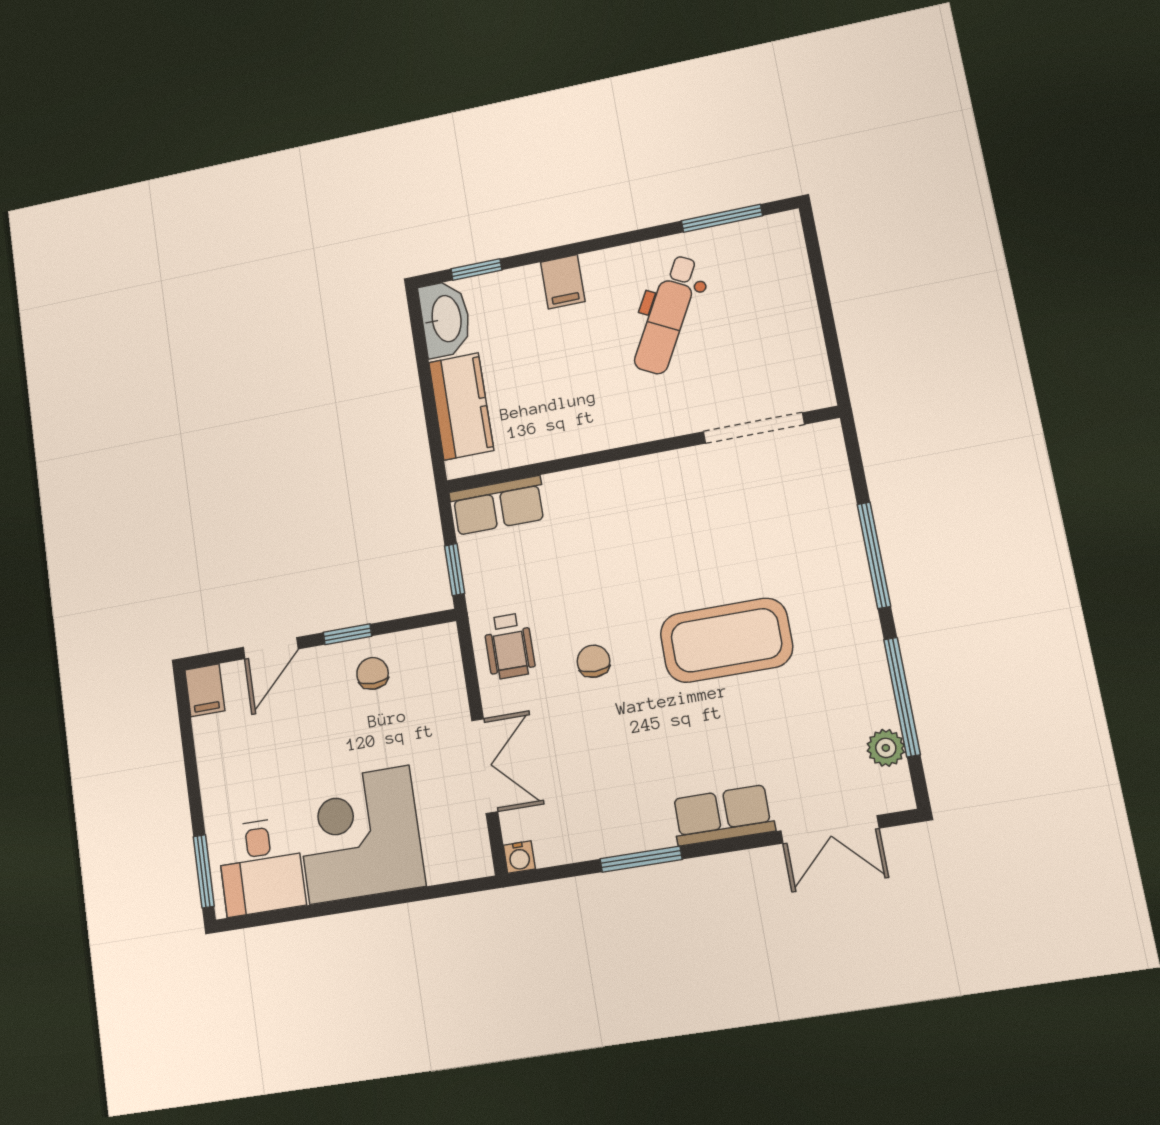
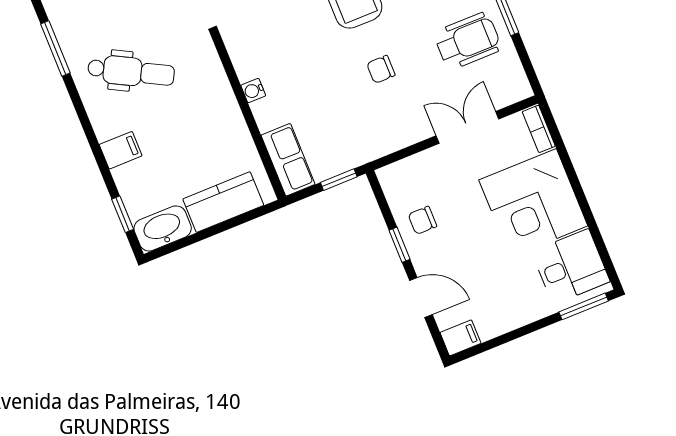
wheelchair: (509, 646) -> (468, 41), moved, width x1.36, depth x1.37
water cooler: (519, 857) -> (253, 90), moved, turned 180
bookcase: (459, 868) -> (539, 129), added

